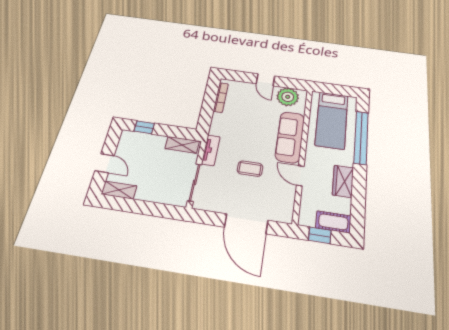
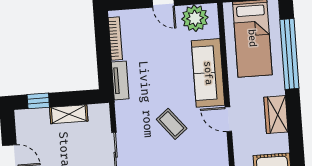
shelving: (182, 145) -> (69, 114), moved
tv unit: (211, 150) -> (120, 80), moved
coffee table: (250, 169) -> (172, 124), turned 51

